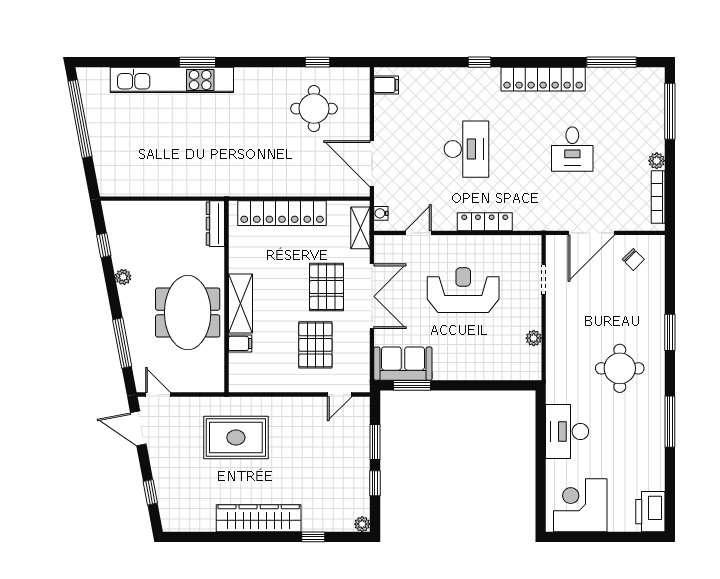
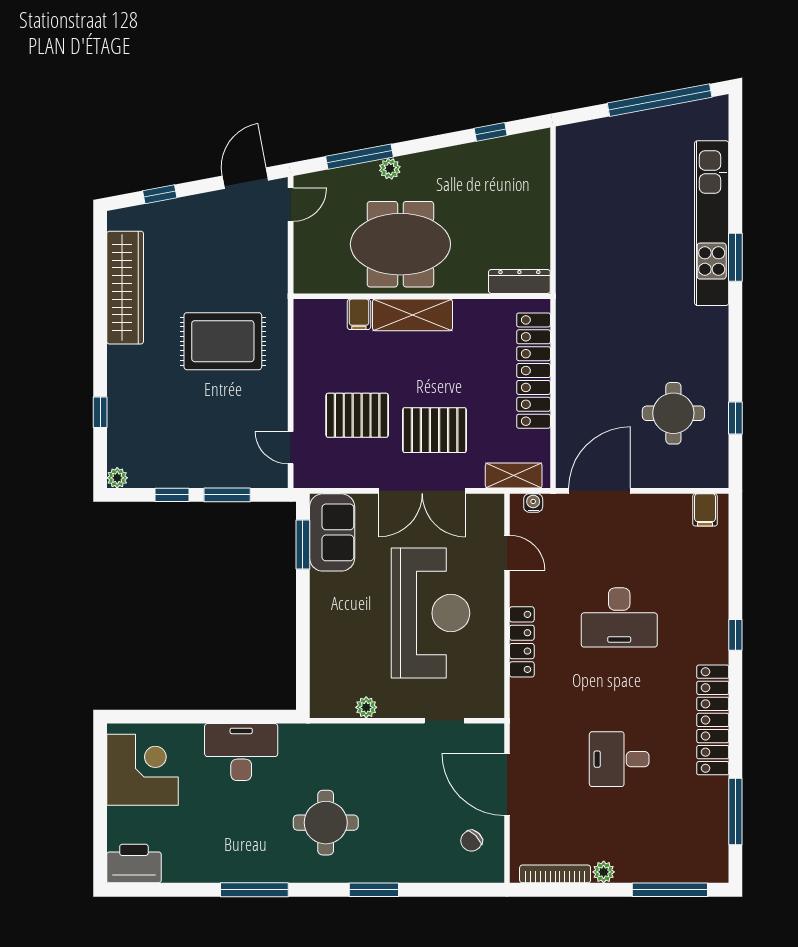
plant: (123, 277) -> (390, 169), moved
reception desk: (463, 290) -> (430, 613), width x1.36, depth x1.30
rug: (236, 438) -> (223, 341), moved, turned 90
wardrobe: (259, 518) -> (125, 288), moved

